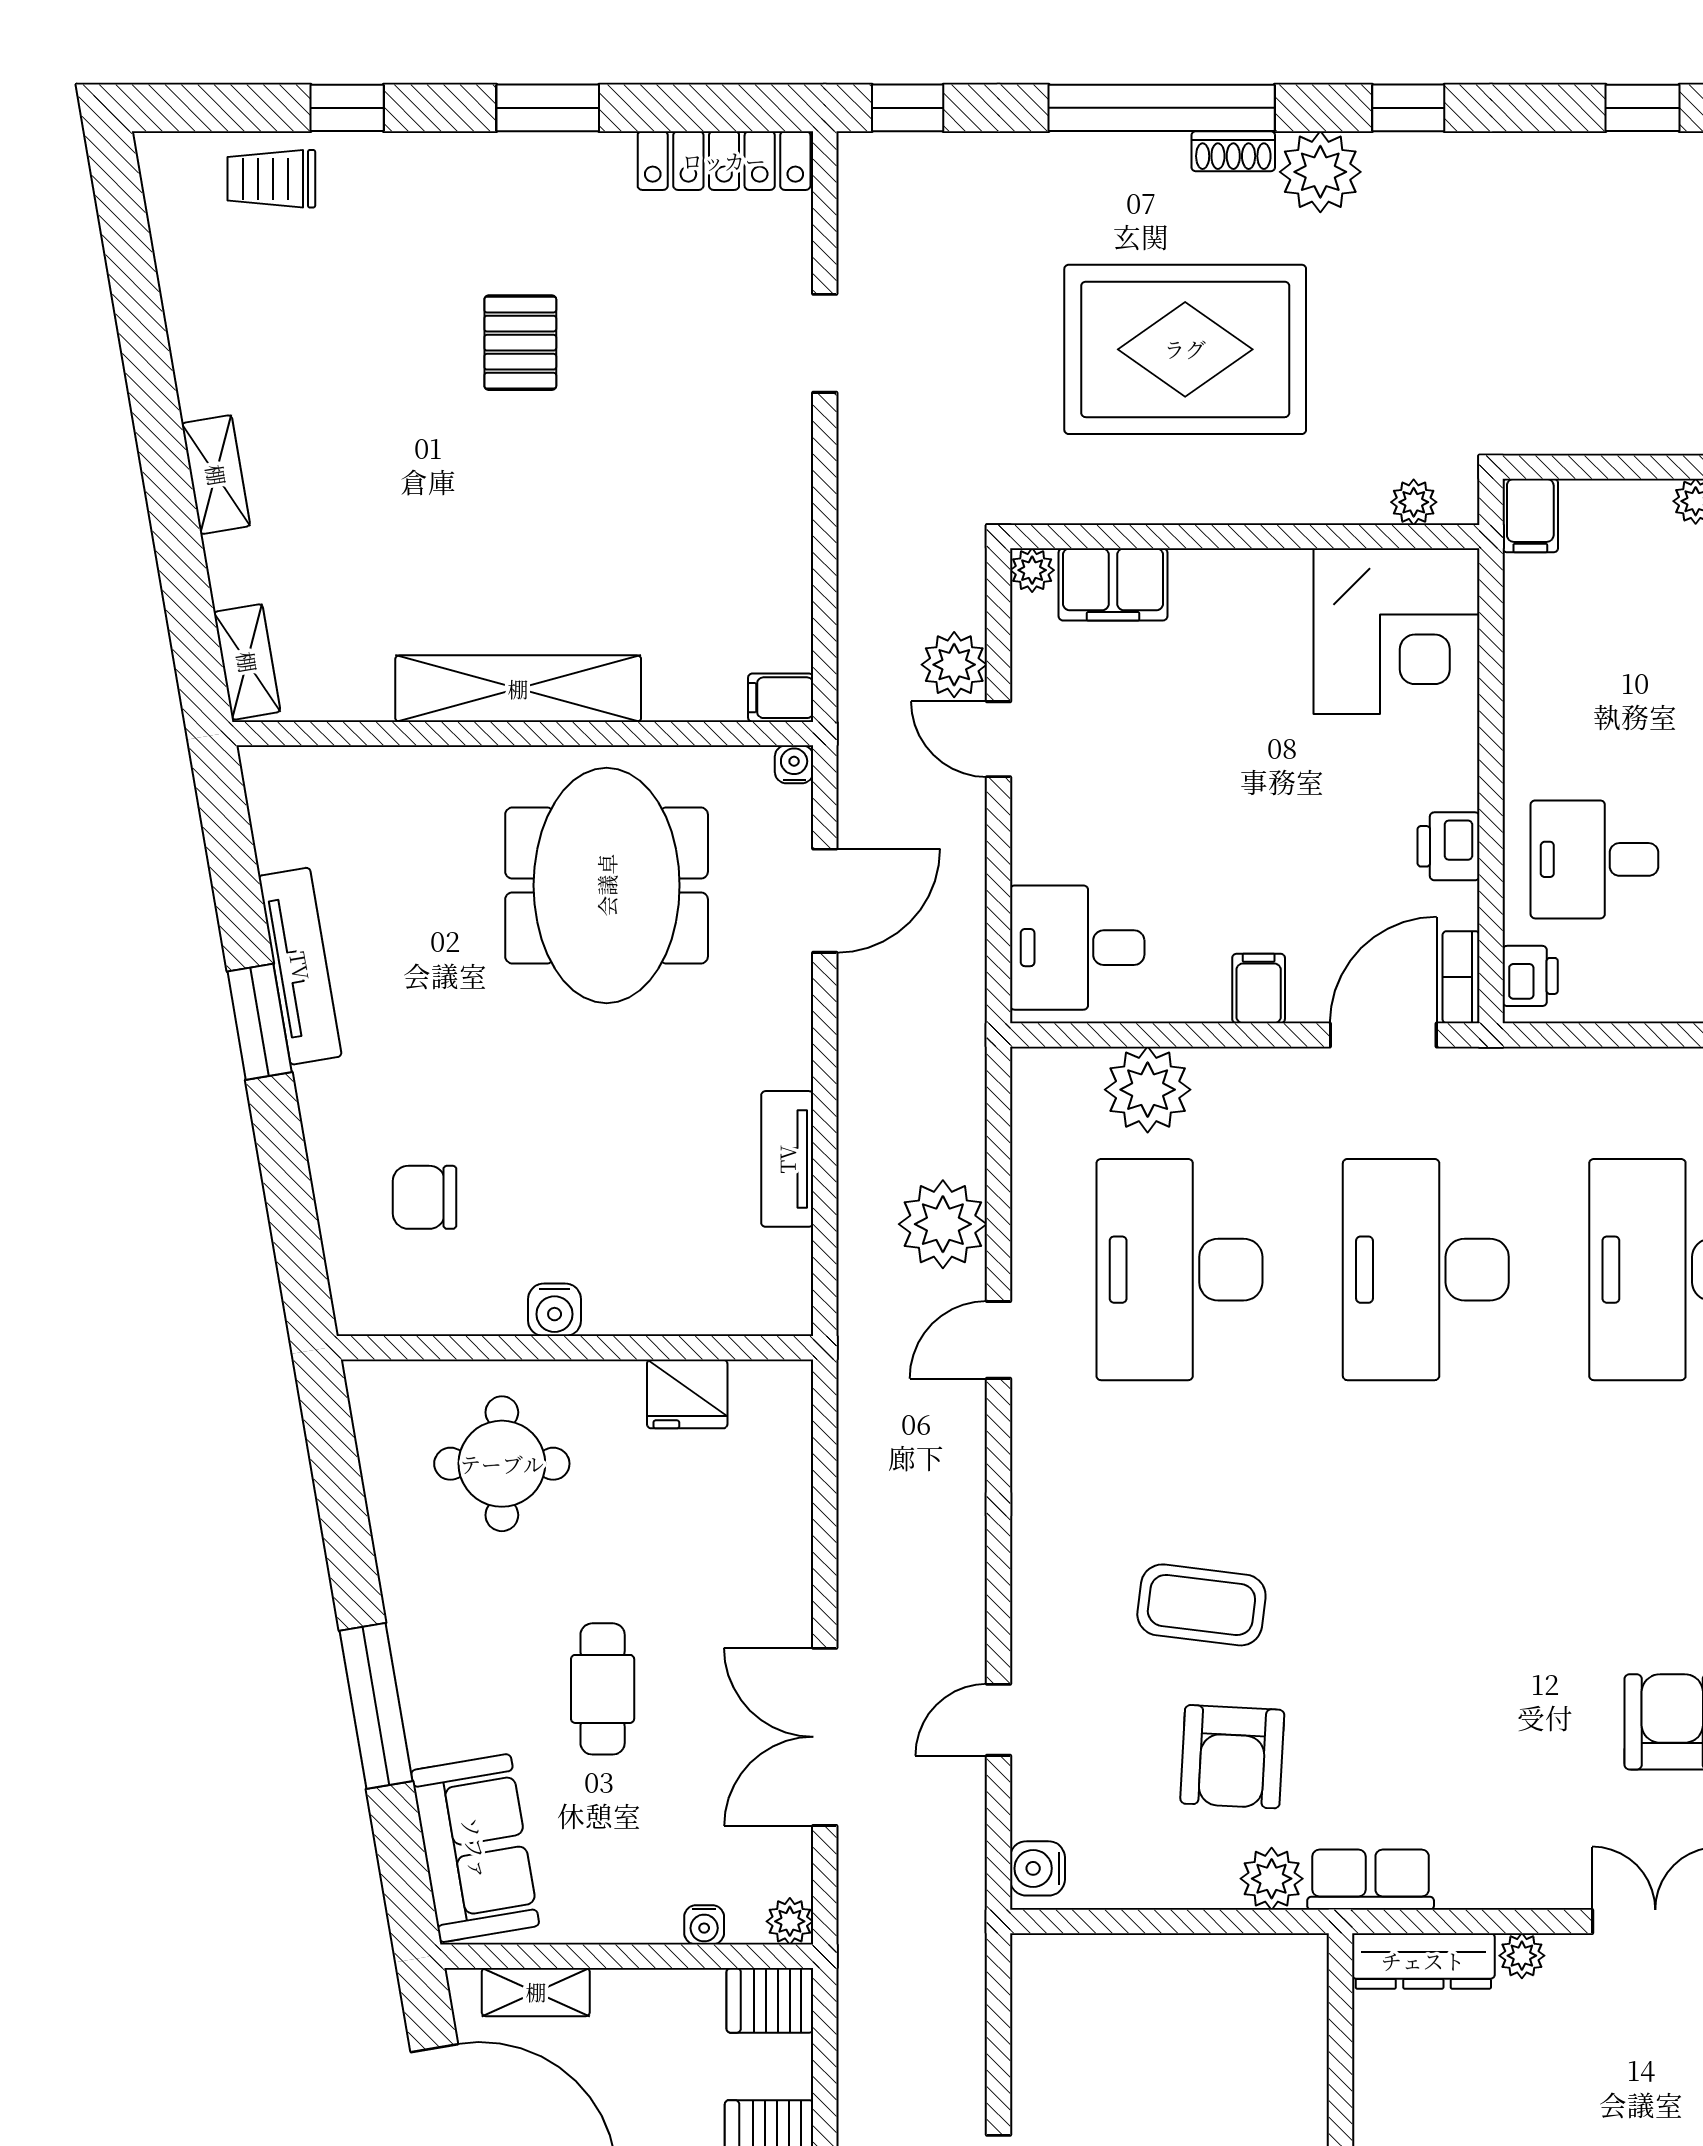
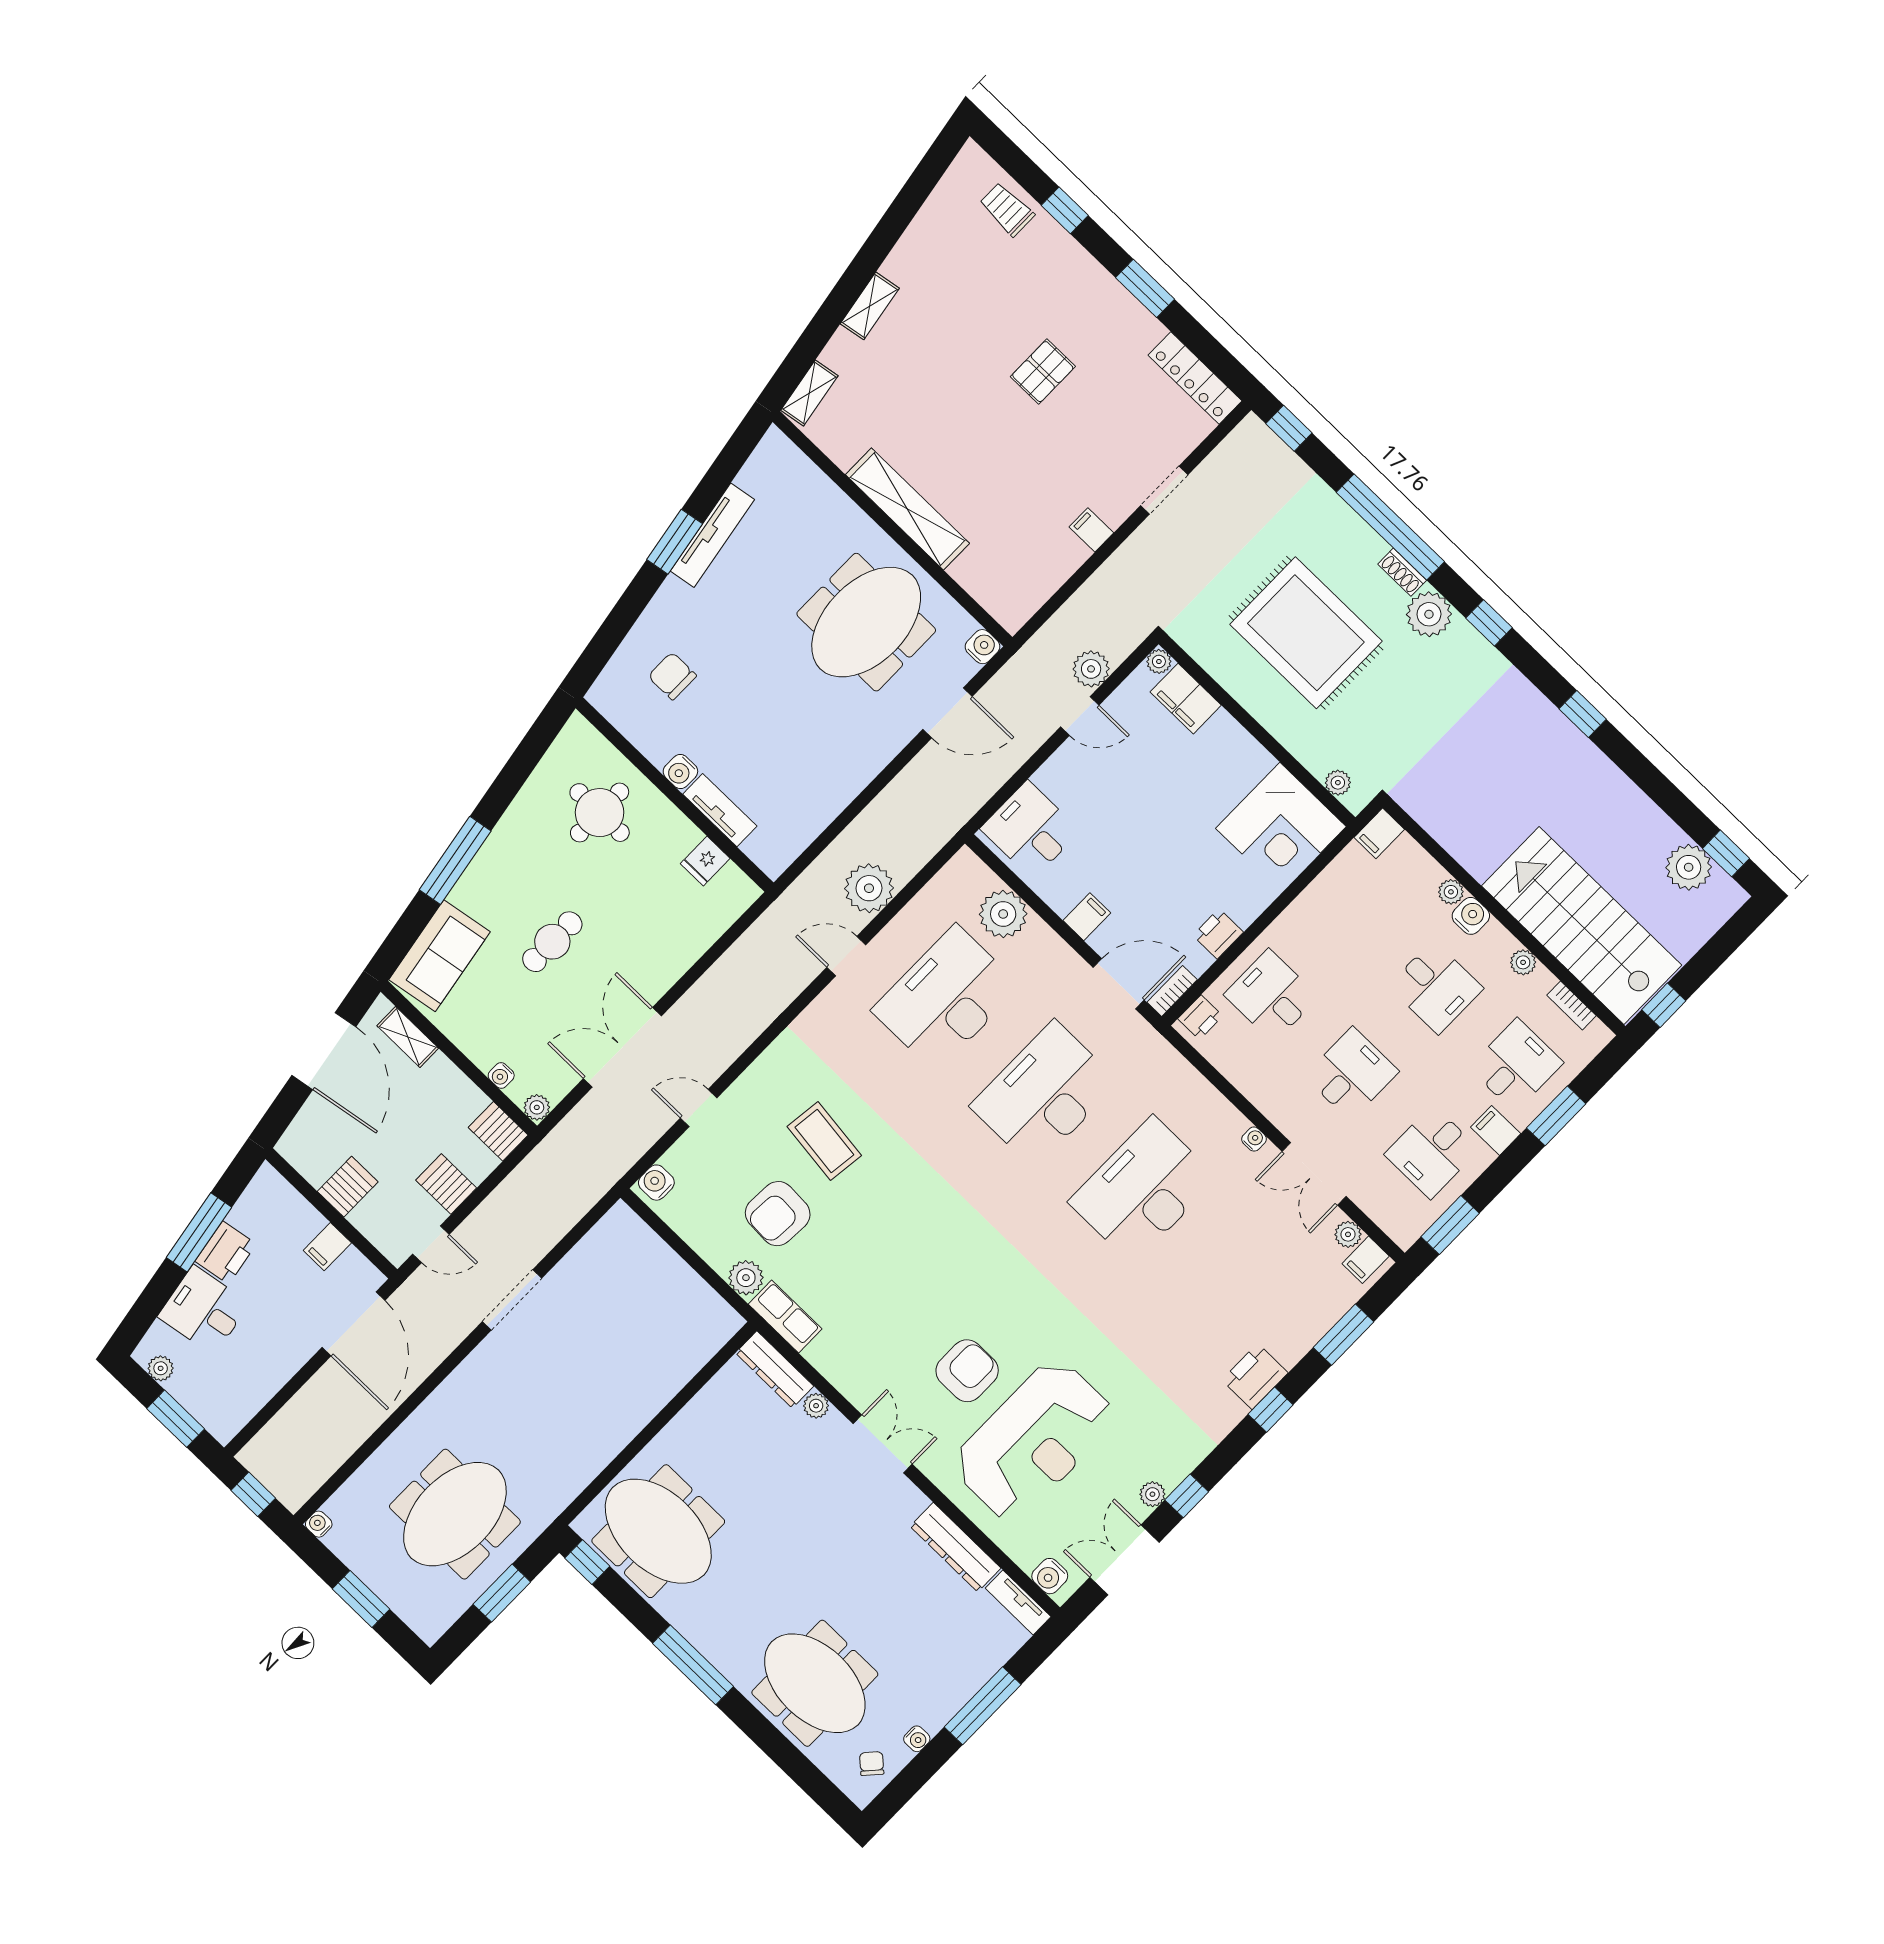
filing cabinet: (781, 698) -> (1091, 530), moved
door: (999, 739) -> (1080, 716), swing flipped
water cooler: (794, 764) -> (983, 647), width x1.38, depth x1.38
tv unit: (787, 1159) -> (720, 810), moved, turned 90
fridge: (687, 1394) -> (705, 861), width x0.72

